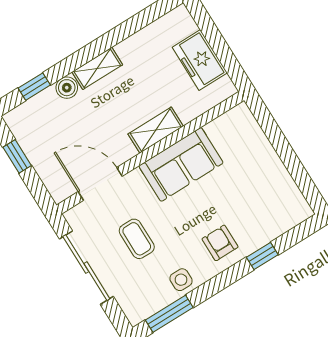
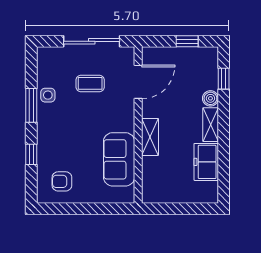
freezer: (200, 60) -> (206, 162), moved, turned -90
sofa: (181, 164) -> (119, 159), moved
armchair: (220, 243) -> (62, 181), moved, turned 180
window: (169, 314) -> (31, 105), moved

